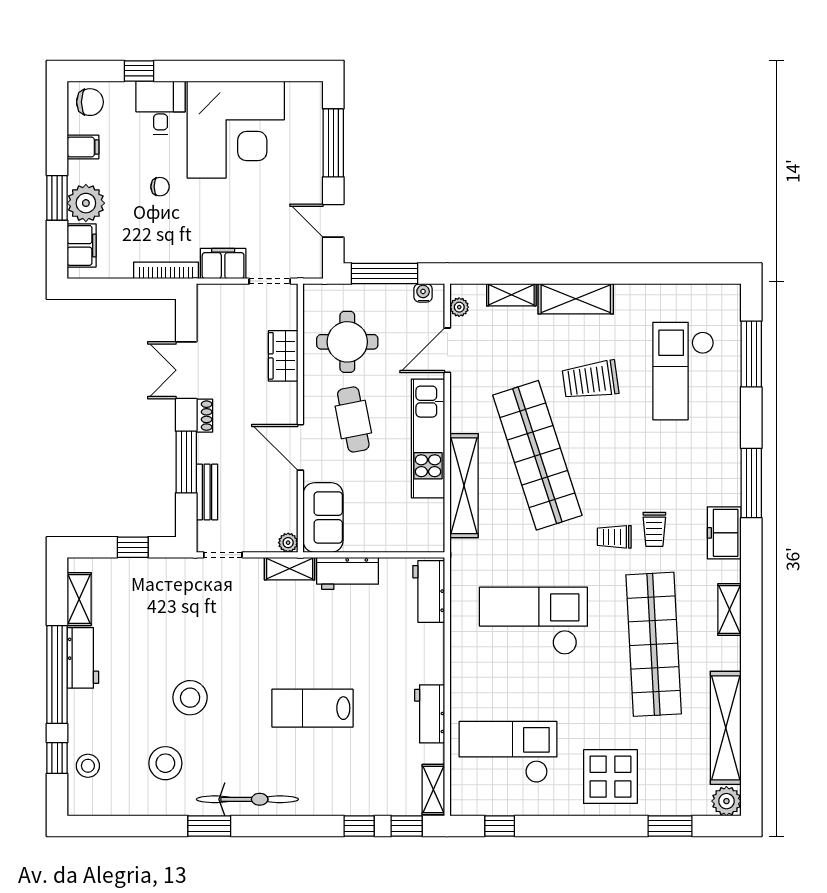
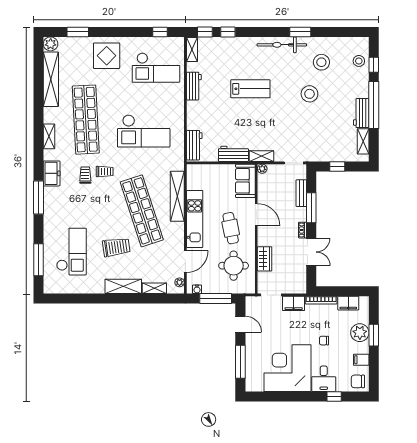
filing cabinet: (82, 245) -> (348, 303), moved, turned -90

